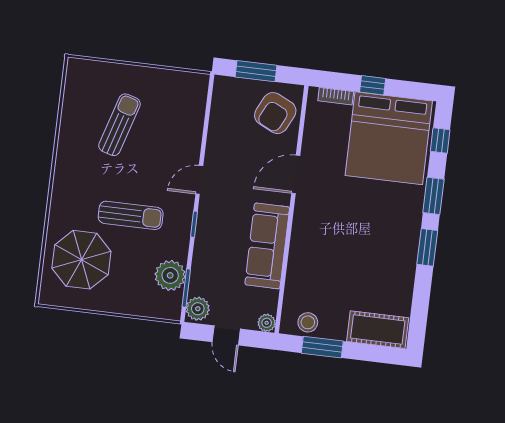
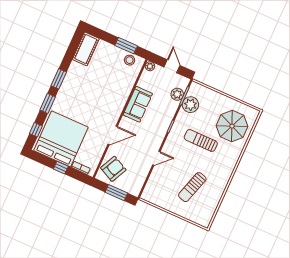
door: (199, 180) -> (156, 158), moved
sofa: (267, 246) -> (138, 104), width x0.73
plant: (198, 309) -> (177, 94), moved
cot: (378, 330) -> (86, 49), moved, turned 90

